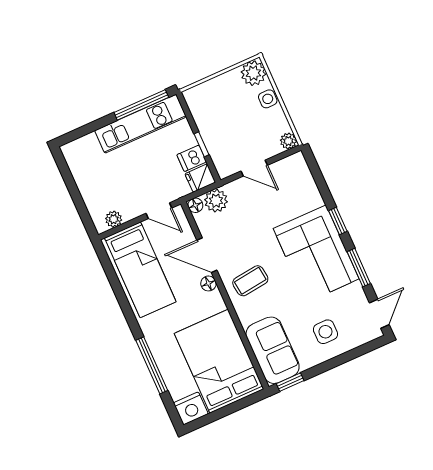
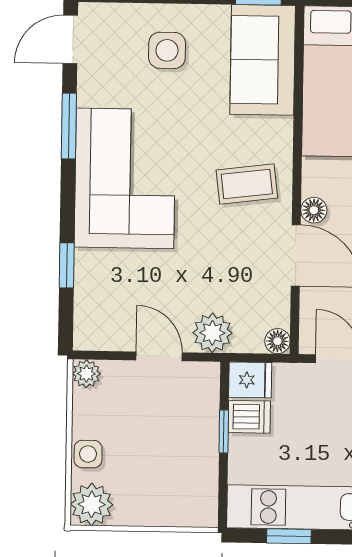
window: (141, 105) -> (289, 536), width x0.46
plant: (216, 201) -> (212, 333), moved
window: (338, 221) -> (67, 265), moved

